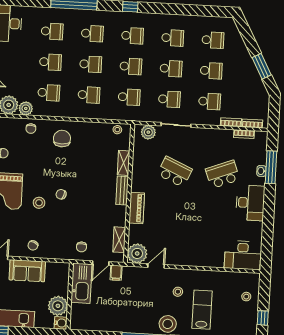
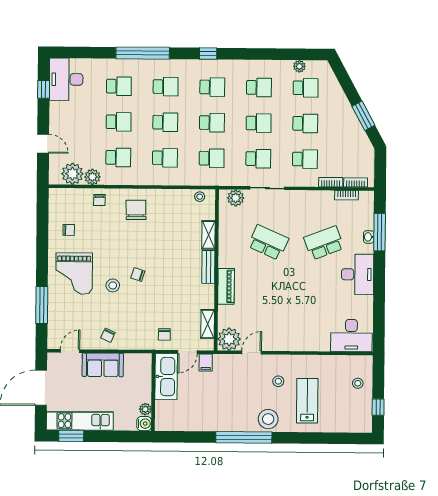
plant: (208, 21) -> (299, 66), added
plant: (58, 306) -> (145, 409), width x0.53, depth x0.53

